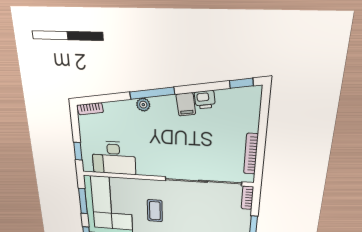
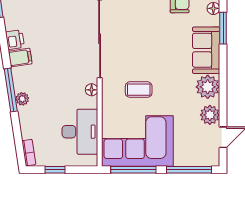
window: (78, 151) -> (55, 170), moved
floor lamp: (154, 171) -> (92, 90), added
window: (83, 201) -> (133, 170), width x1.44

